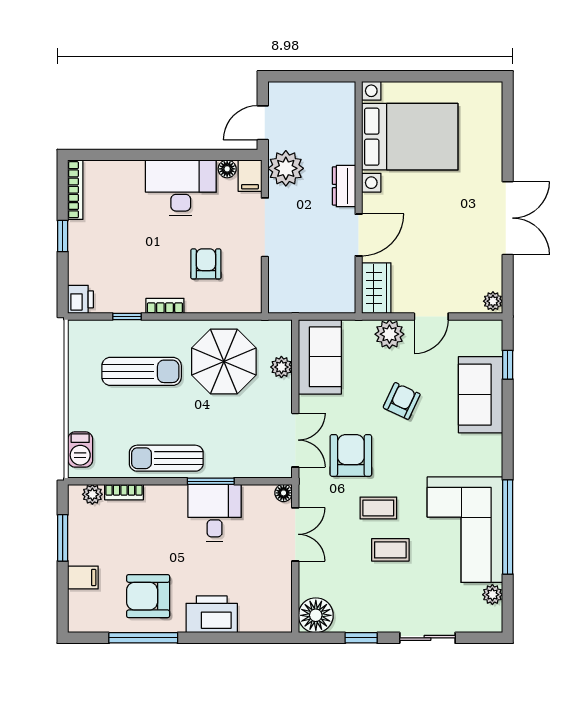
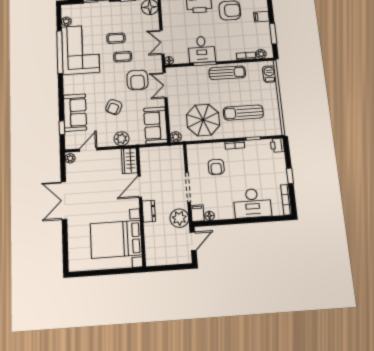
desk: (181, 188) -> (252, 203), moved
door: (431, 317) -> (88, 150), moved
plant: (281, 367) -> (176, 137), moved

